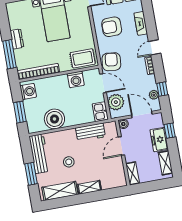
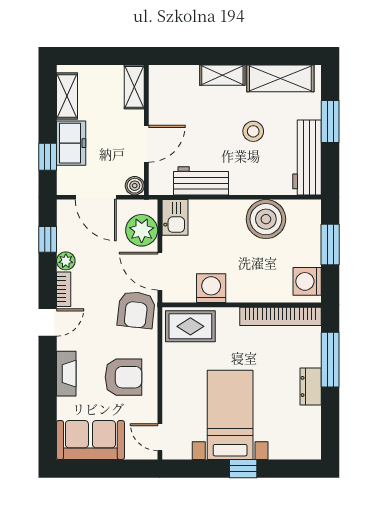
plant: (154, 95) -> (66, 261), moved

